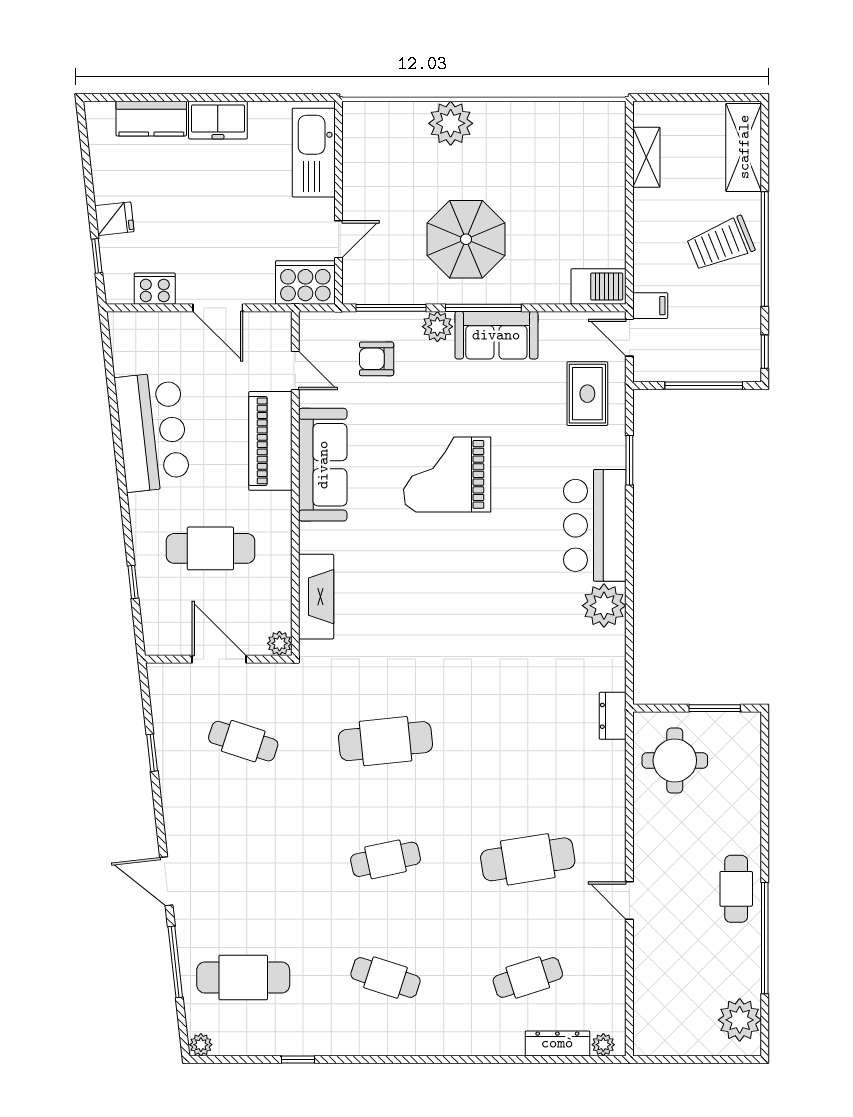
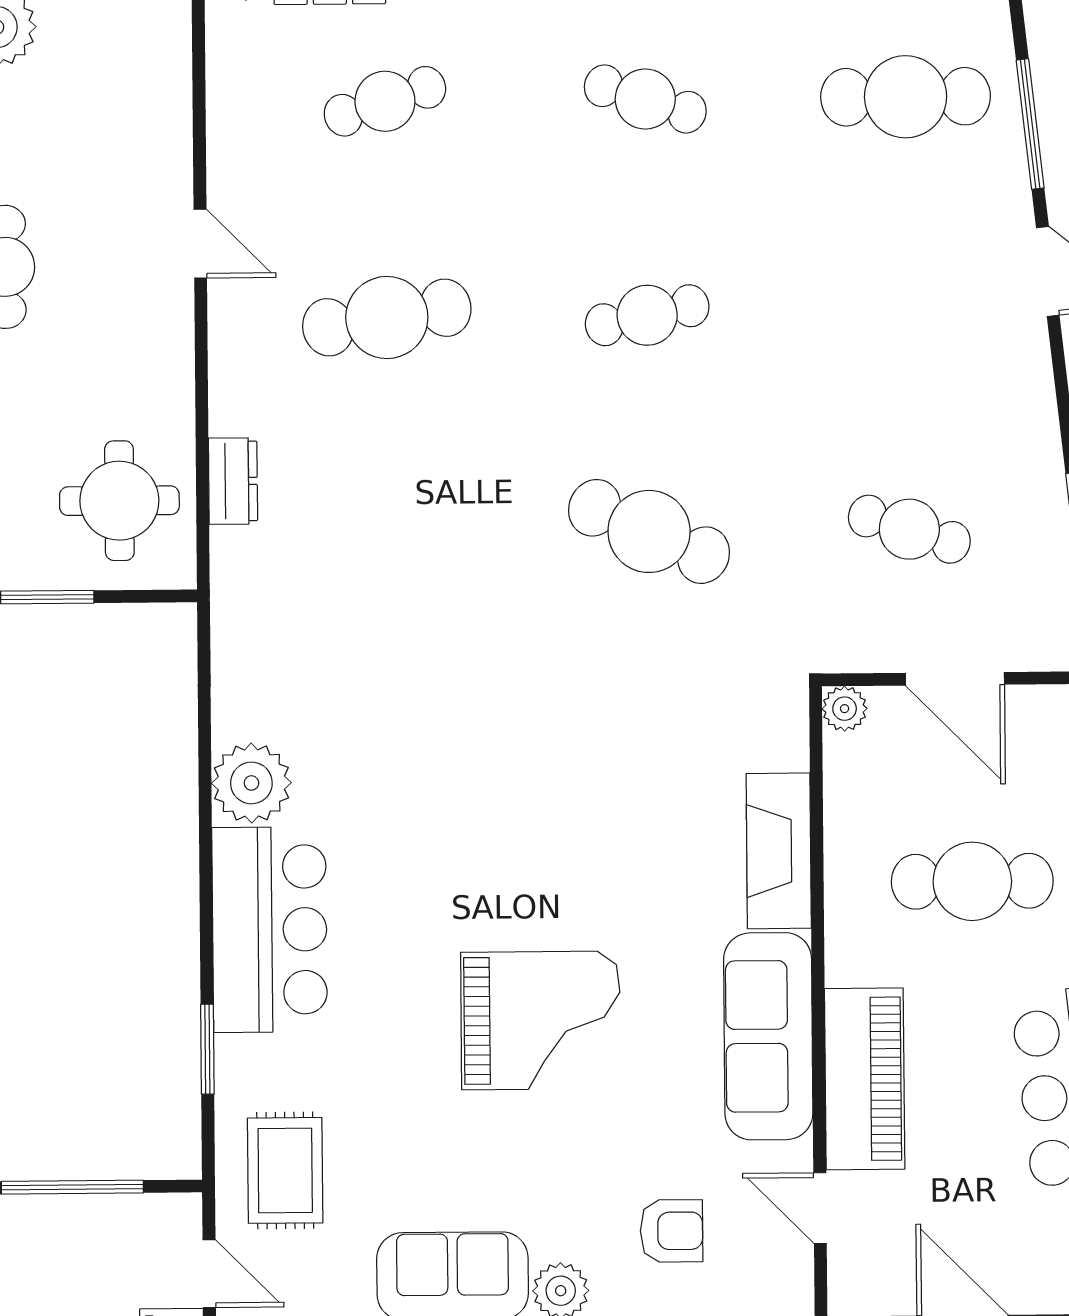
fireplace: (316, 597) -> (779, 851), moved
dresser: (613, 716) -> (233, 481), moved
cafe table: (385, 741) -> (649, 531), turned 30

